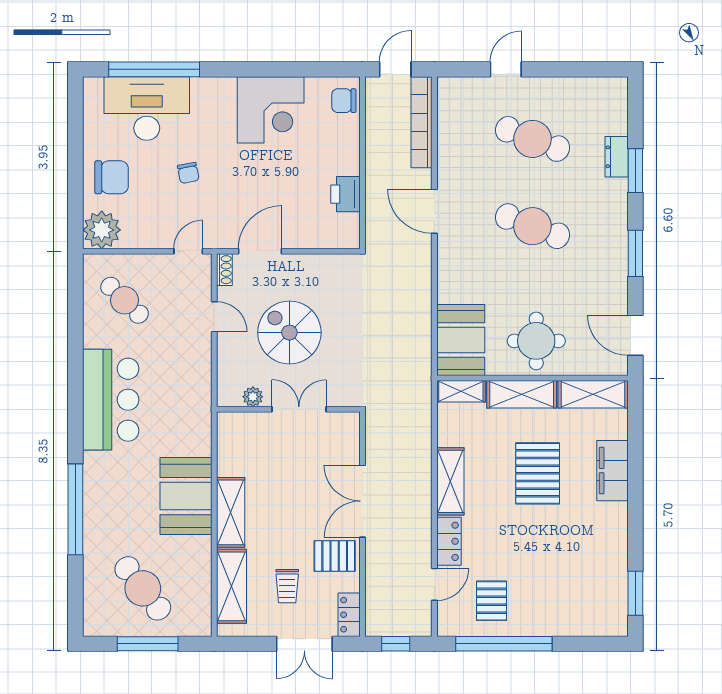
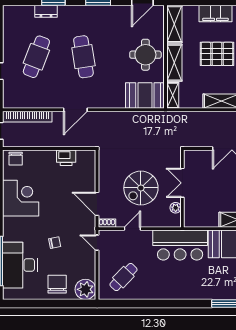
cafe table: (532, 226) -> (83, 57), turned -30
bar counter: (111, 400) -> (180, 245), moved, turned 180

